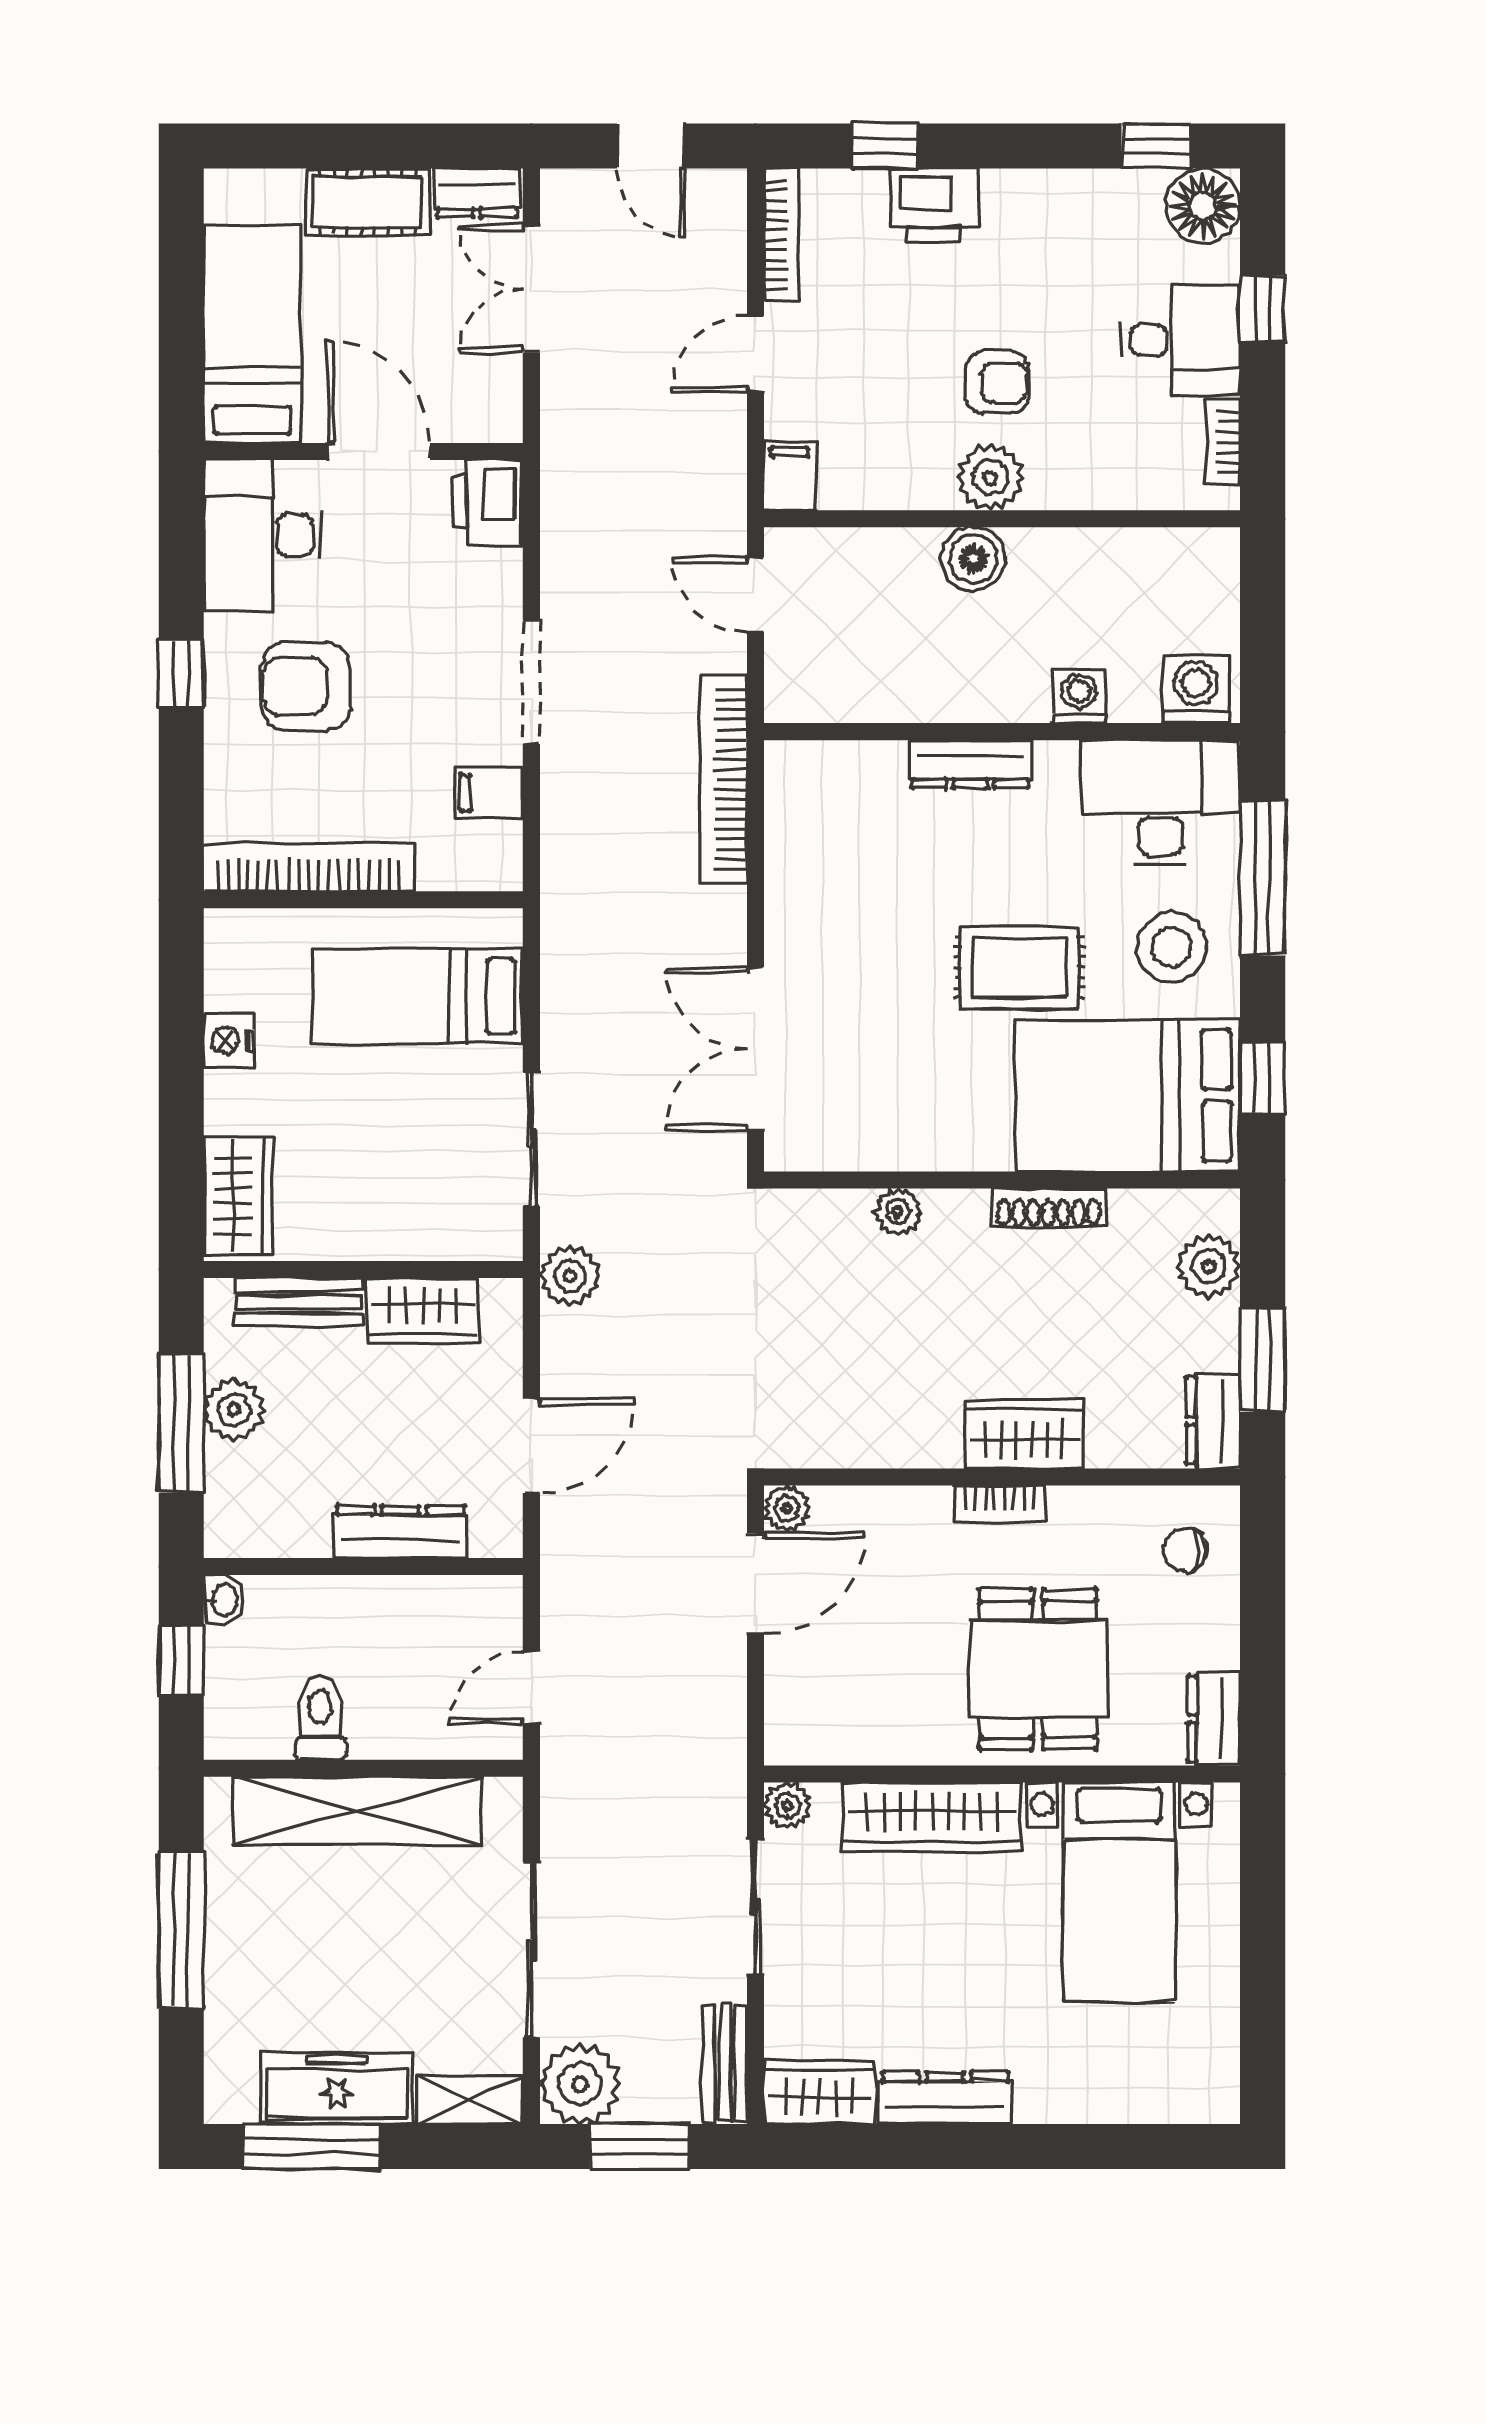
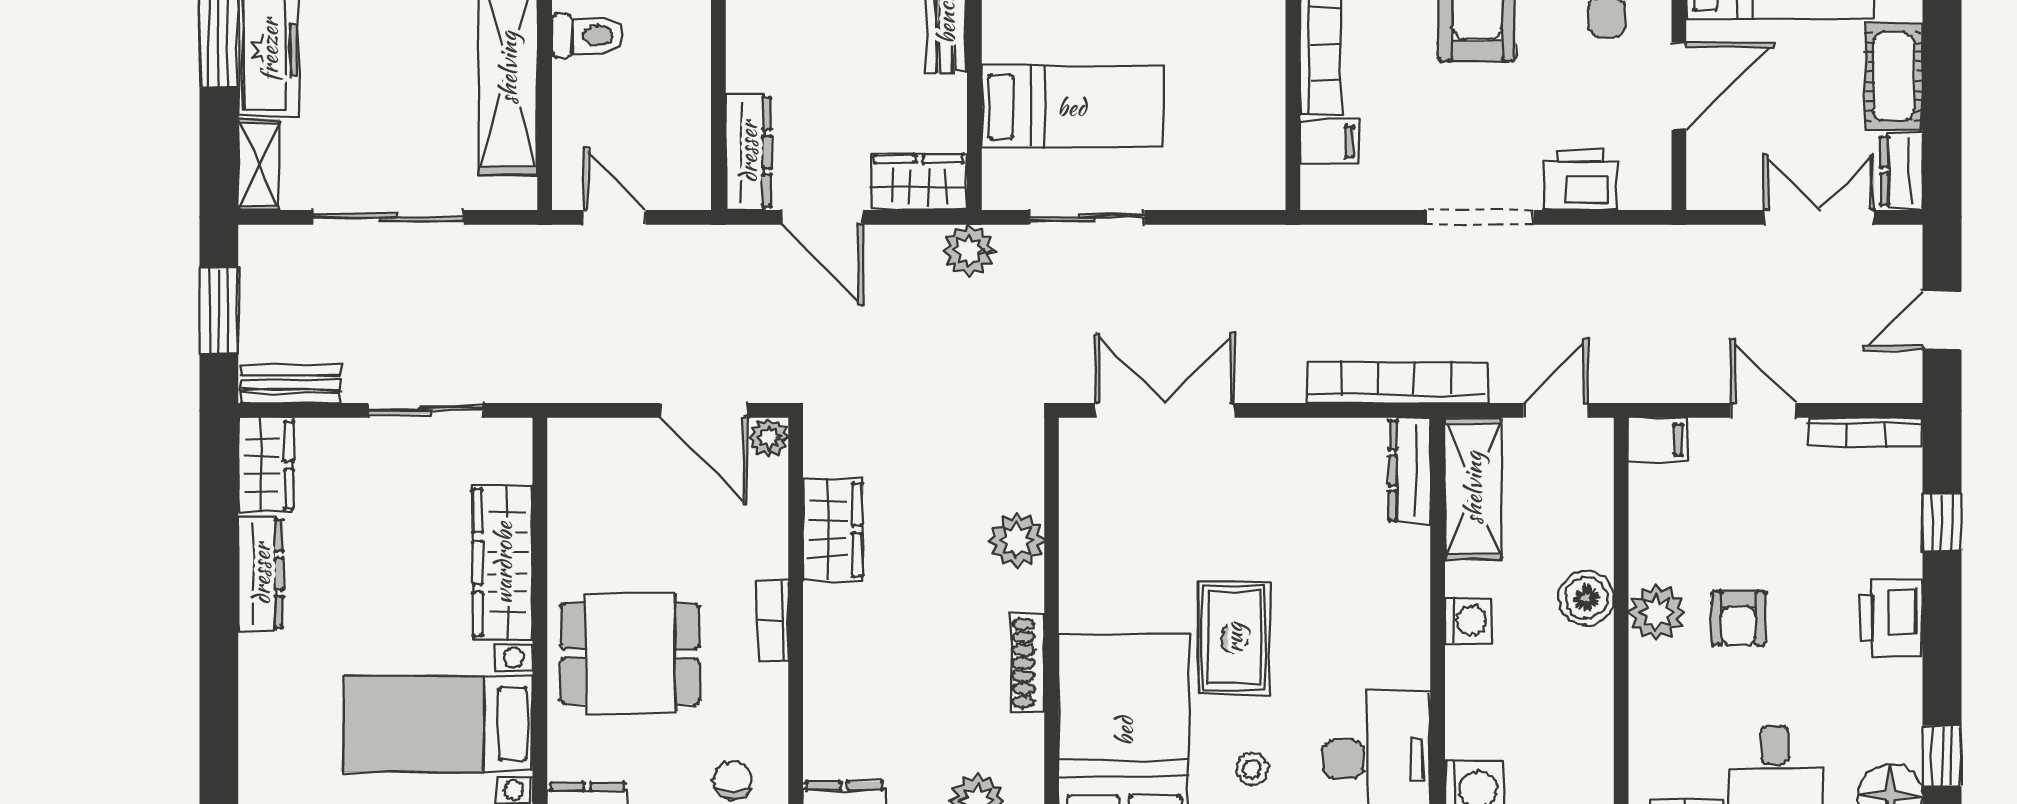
printer: (934, 205) -> (1891, 618), moved
printer: (488, 502) -> (1580, 180), moved
shelving: (846, 690) -> (1473, 488), added
washing machine: (1079, 697) -> (1468, 620), moved
dresser: (970, 764) -> (1410, 471), moved
filing cabinet: (489, 793) -> (1329, 142), moved, turned 90
stool: (1172, 947) -> (1252, 769), width x0.53, depth x0.53
bed: (417, 996) -> (1072, 107), moved, turned 90
plant: (898, 1212) -> (1017, 540), width x1.38, depth x1.38
wardrobe: (423, 1310) -> (919, 182), moved, turned 90
wardrobe: (1024, 1434) -> (833, 530), moved
dresser: (401, 1532) -> (748, 152), moved
plant: (787, 1806) -> (513, 438), removed
plant: (580, 2084) -> (273, 259), removed

